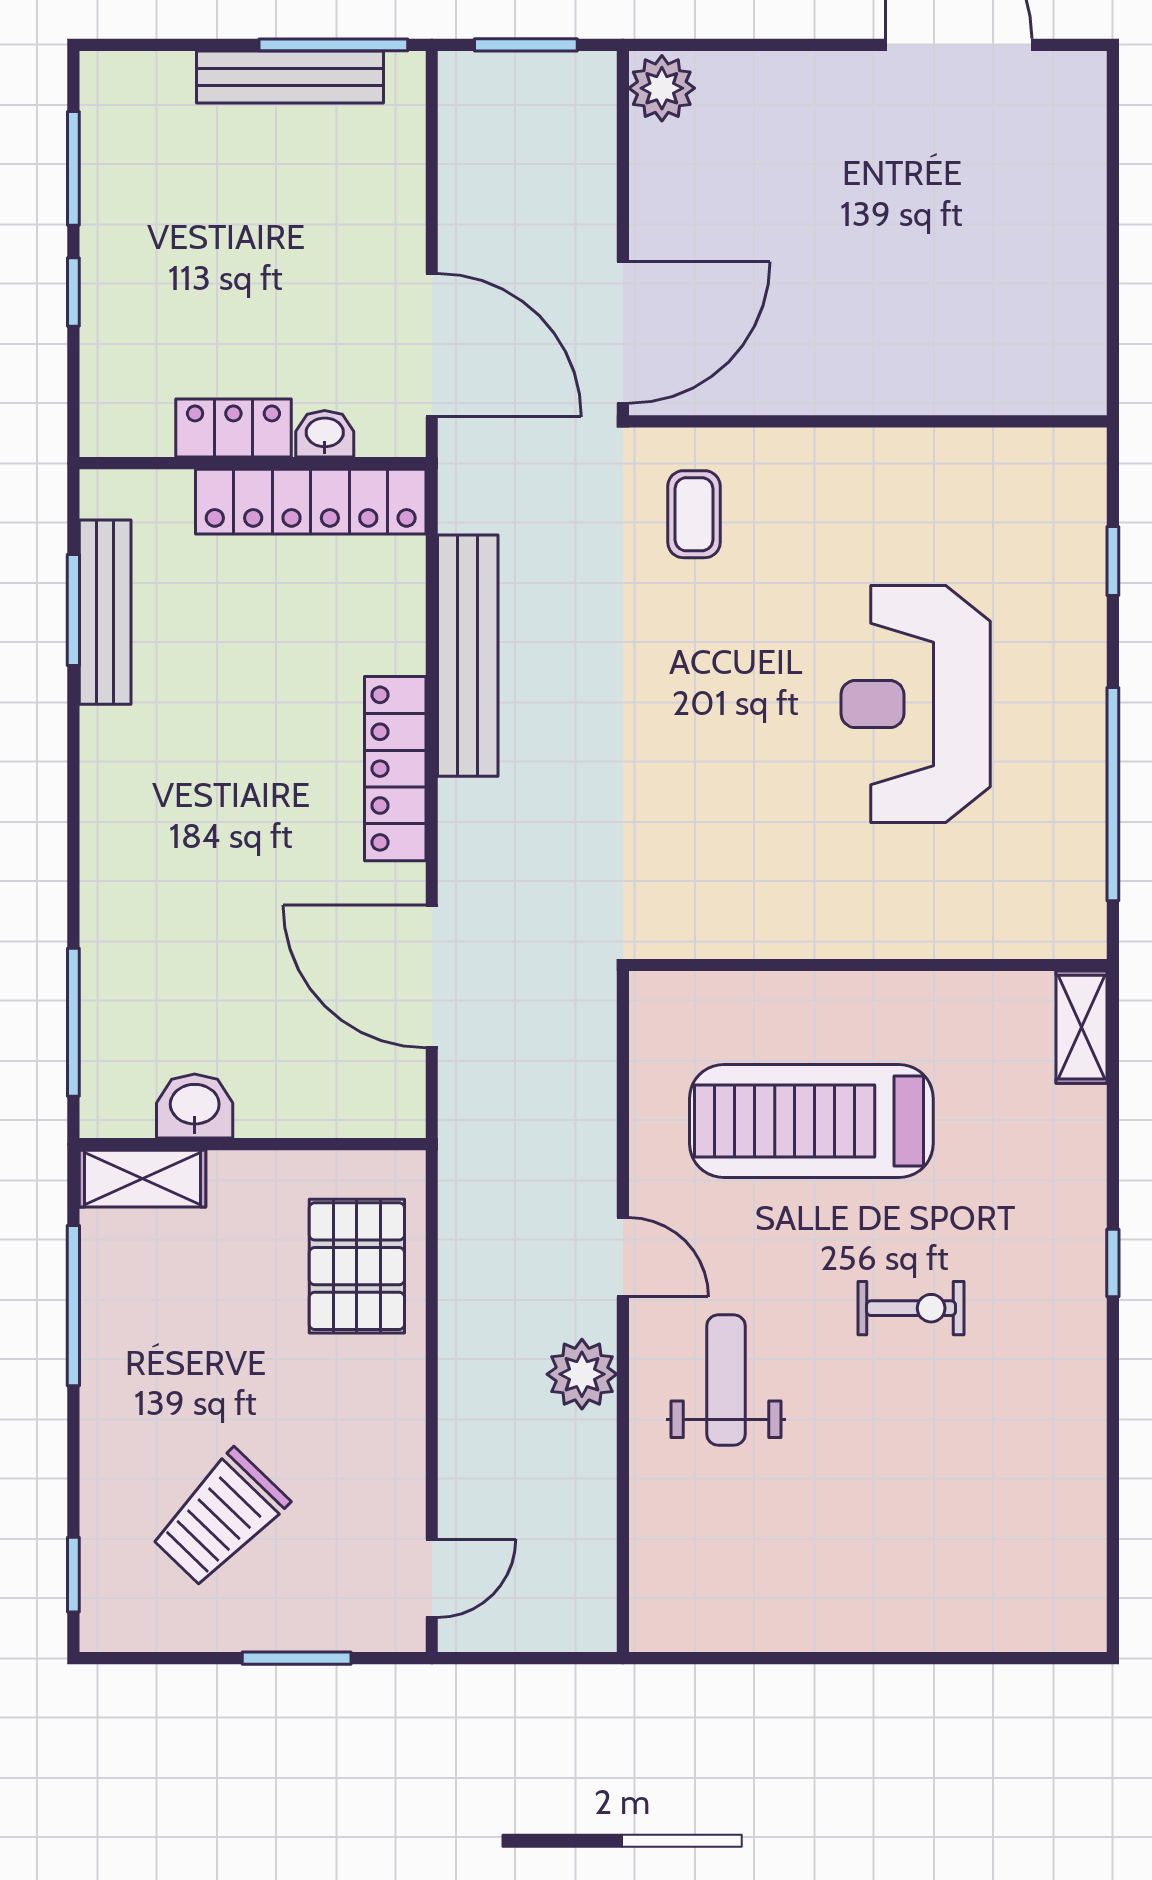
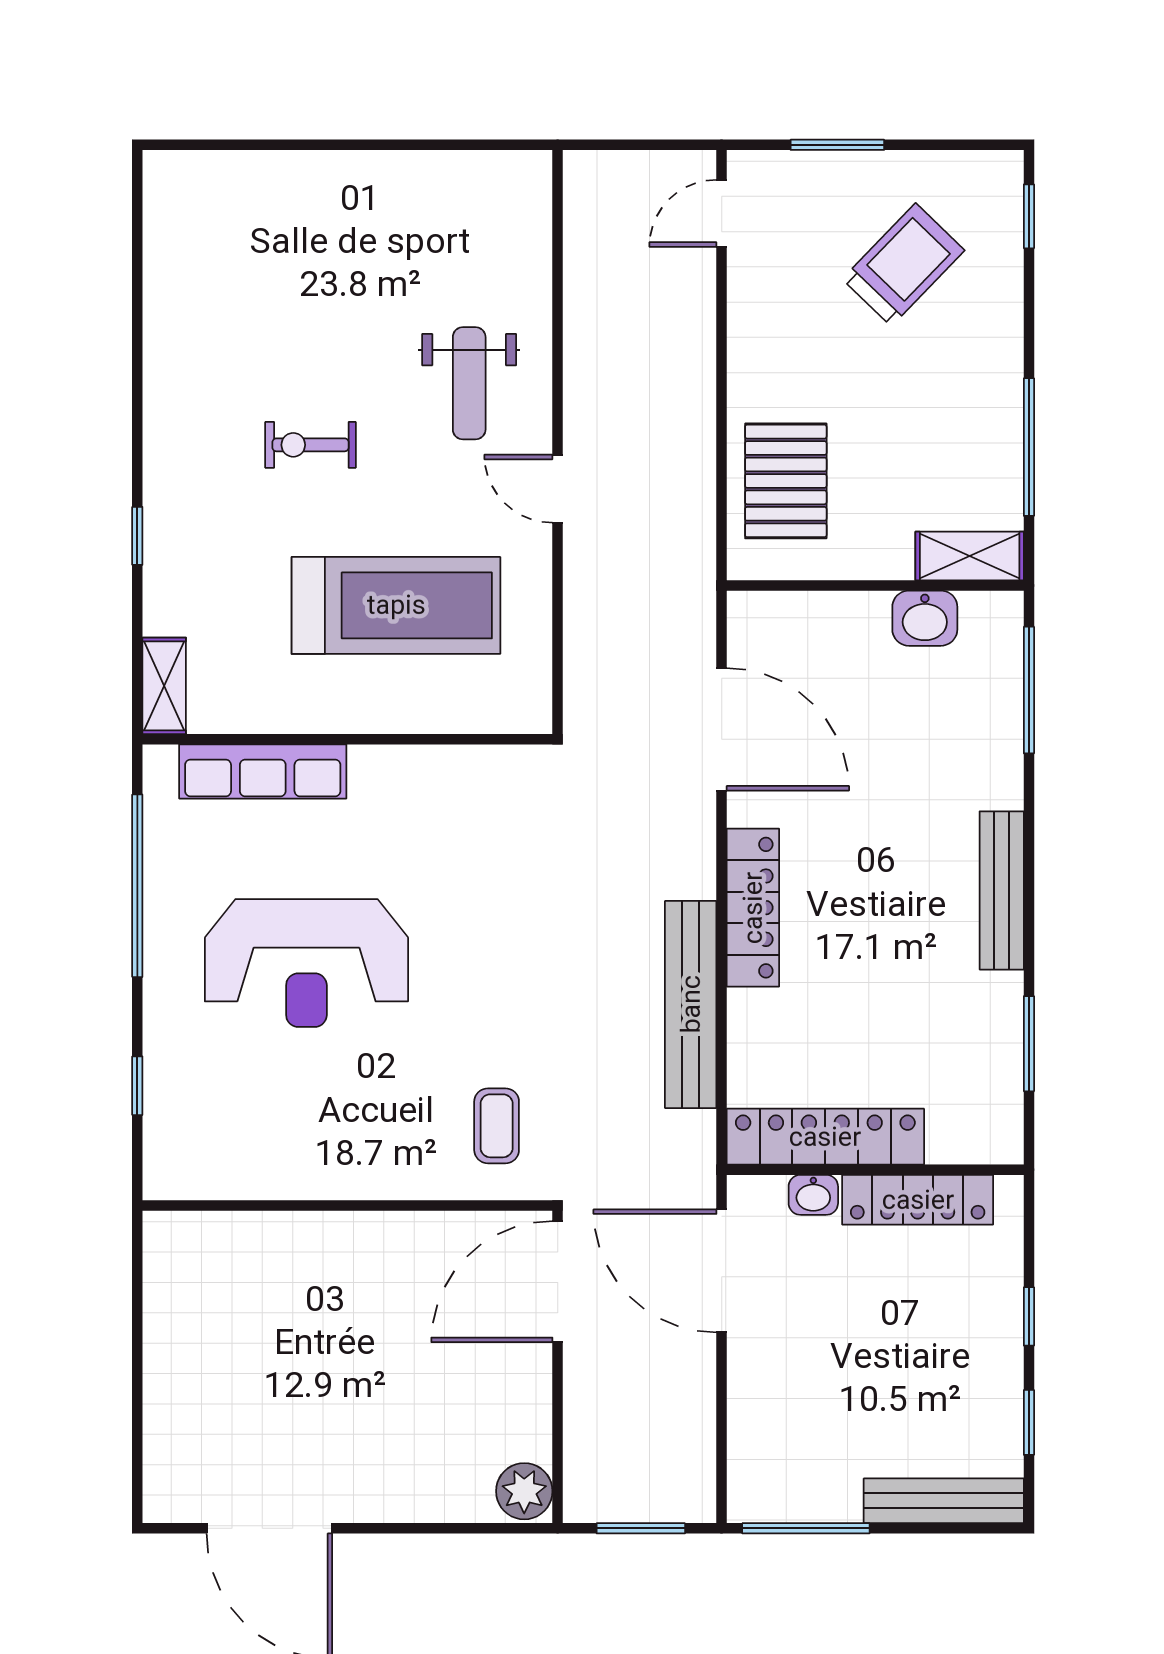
bench: (290, 77) -> (944, 1501), moved
window: (73, 168) -> (1029, 1422), width x0.67
locker: (233, 428) -> (918, 1200), width x1.53
bench: (105, 612) -> (1002, 890), moved
reception desk: (916, 704) -> (306, 963), turned 90
row of seats: (967, 927) -> (263, 771), added
window: (1113, 1263) -> (137, 536), moved
plant: (582, 1374) -> (593, 388), removed

